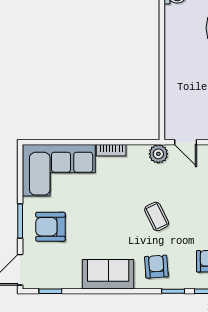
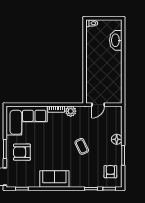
door: (186, 142) -> (98, 105), hinge flipped
plant: (158, 154) -> (71, 111), moved
armchair: (156, 267) -> (82, 175), removed

